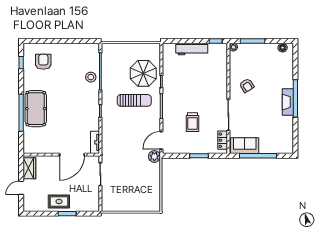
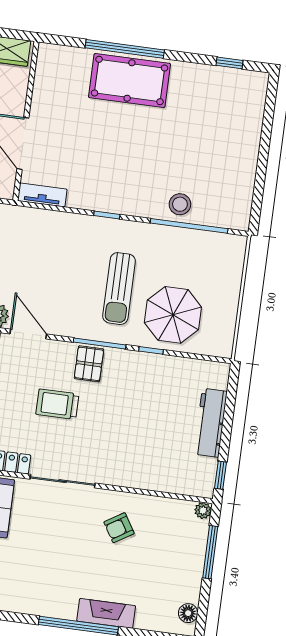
armchair: (43, 62) -> (225, 109), removed
fireplace: (288, 102) -> (106, 613), moved
pallet: (172, 110) -> (89, 364), added

